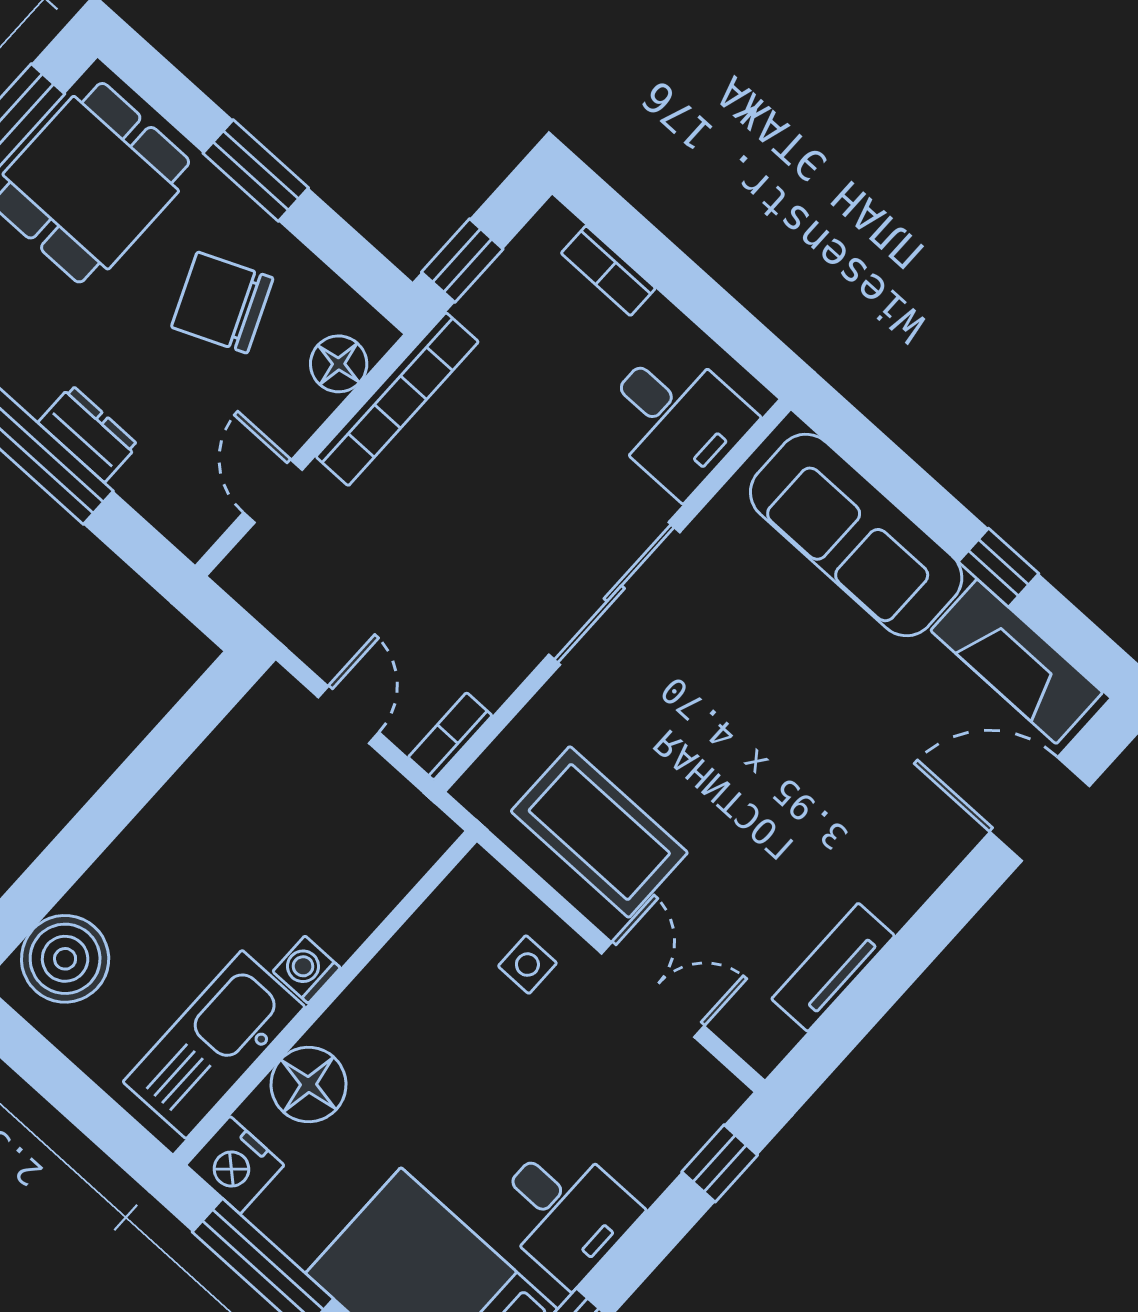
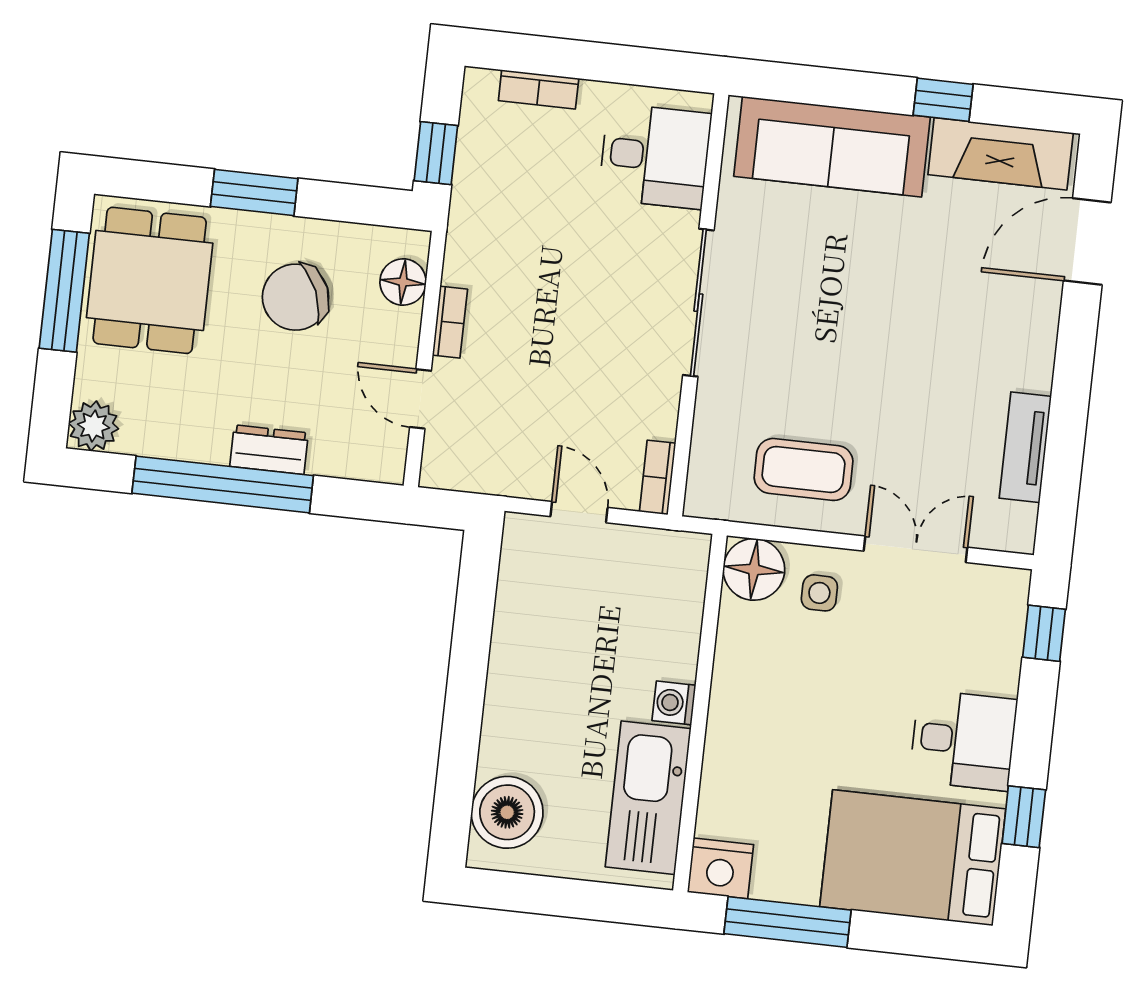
bookcase: (397, 399) -> (450, 322), width x0.43, depth x0.76
coffee table: (599, 832) -> (804, 469), width x0.73, depth x0.76
floor lamp: (308, 1085) -> (754, 569), moved

